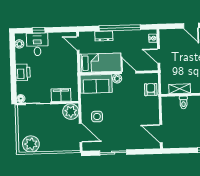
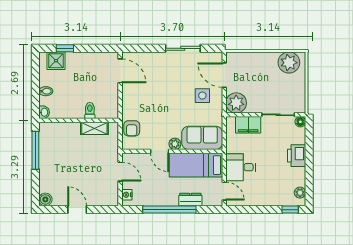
window: (39, 30) -> (290, 210), moved
desk: (37, 44) -> (241, 167), moved, turned 90

